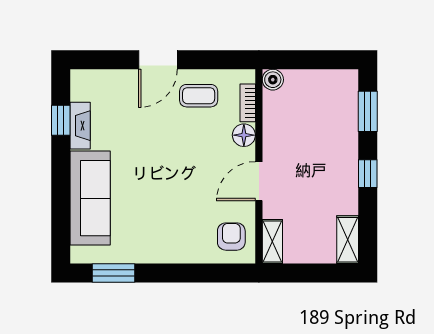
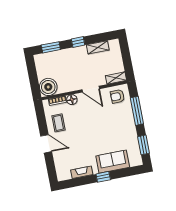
boiler: (273, 80) -> (48, 87), width x1.86, depth x1.86
window: (61, 120) -> (103, 177), moved
sofa: (90, 198) -> (113, 162), width x0.73
shelving: (348, 240) -> (98, 47), moved
window: (191, 273) -> (137, 111), added

